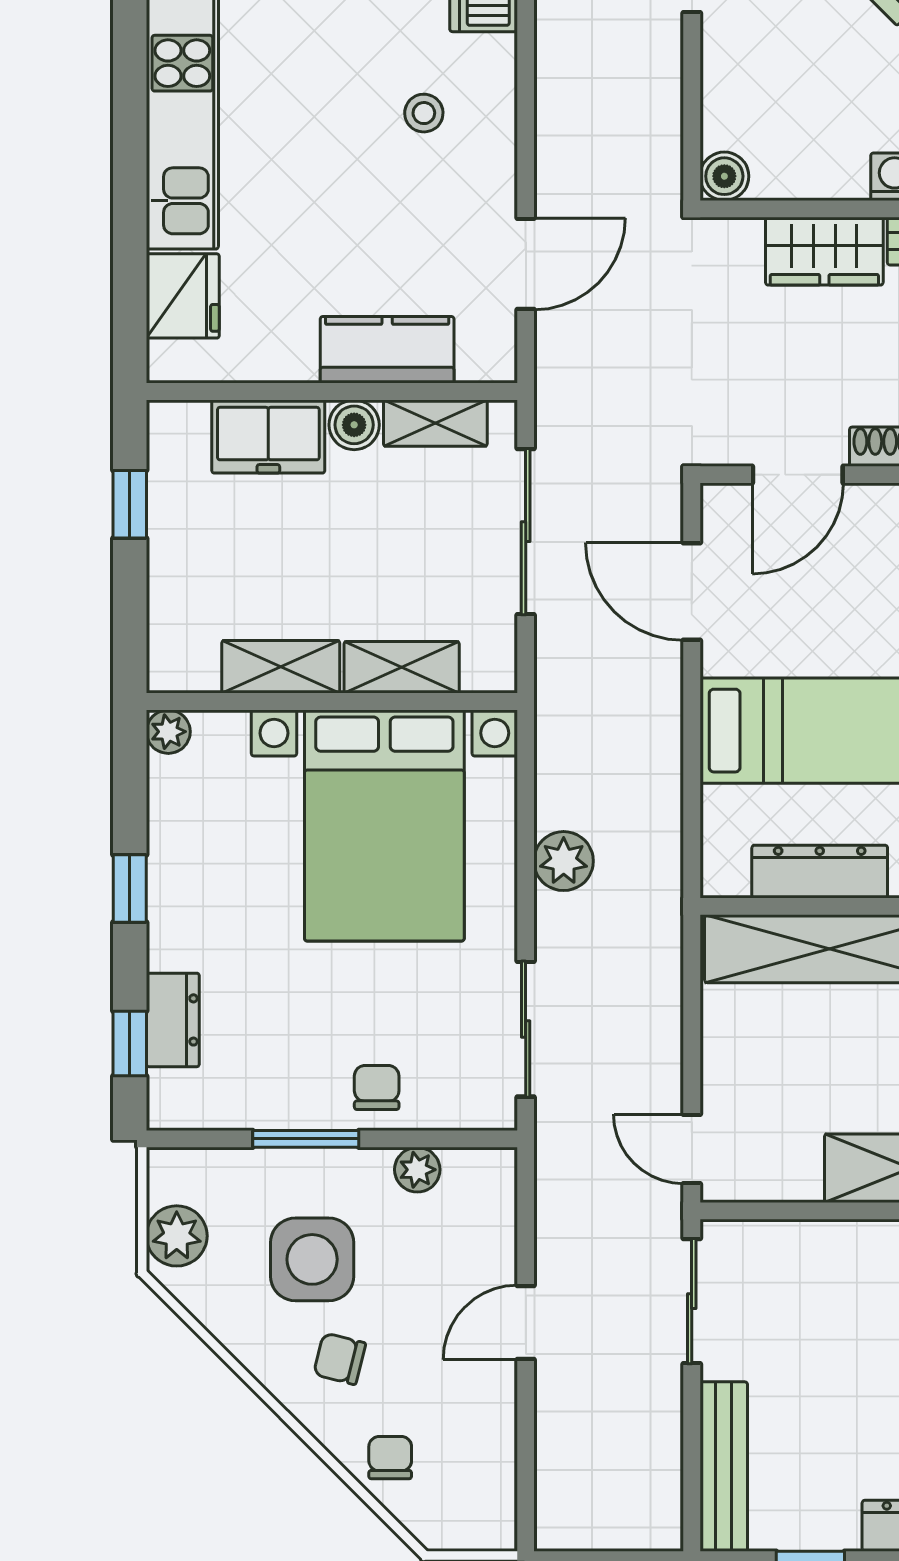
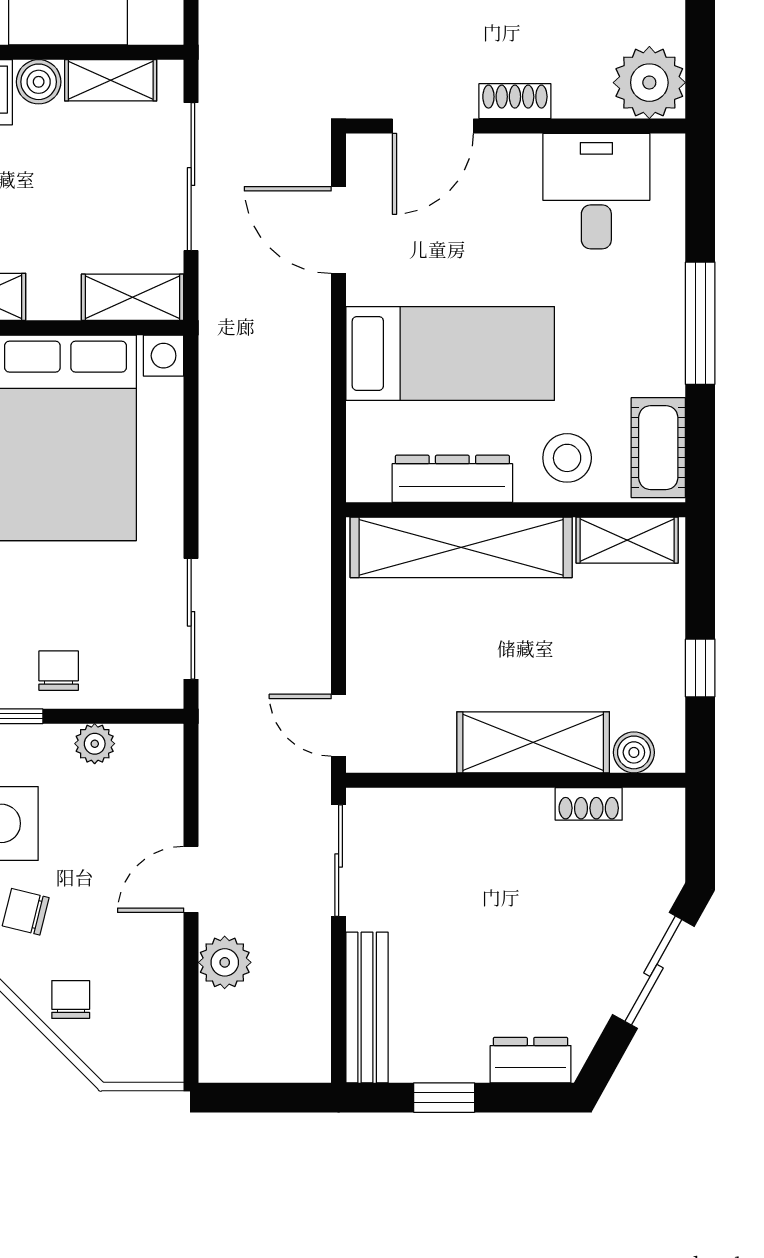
shelving: (402, 667) -> (132, 297), moved
plant: (564, 861) -> (225, 962), moved

